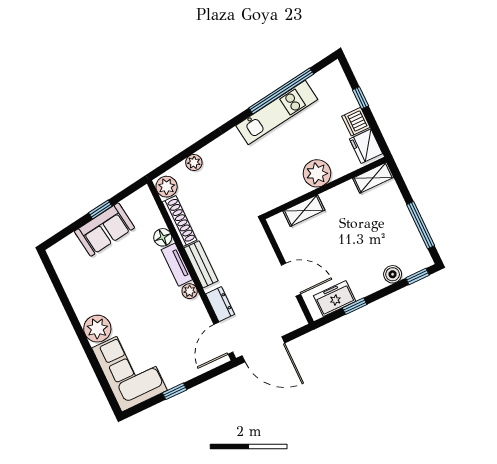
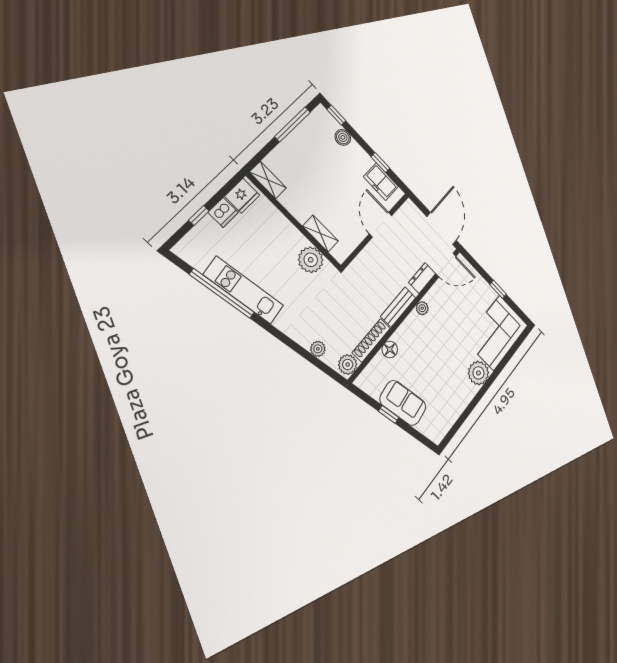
plant: (317, 173) -> (311, 260), moved
tv unit: (177, 265) -> (406, 328), removed

